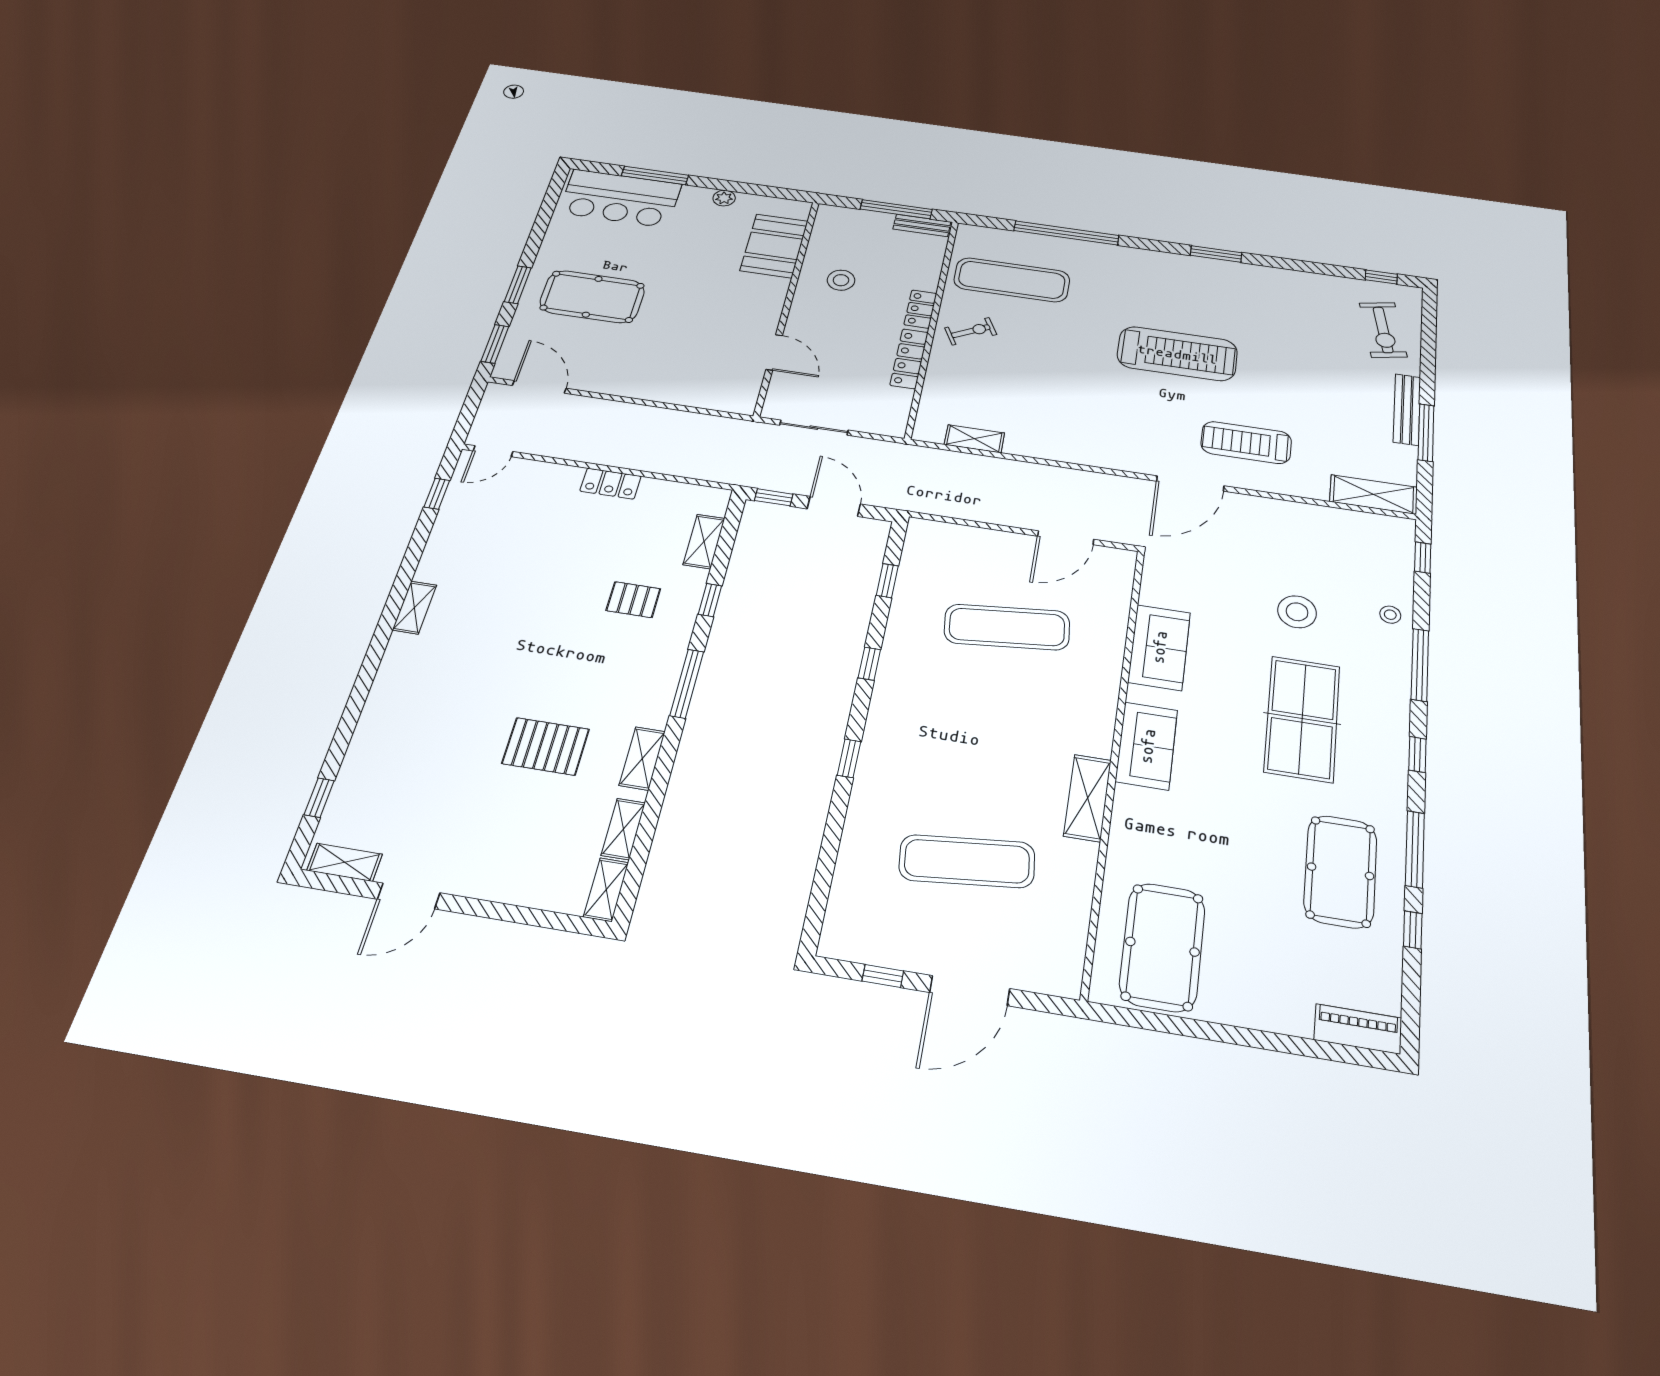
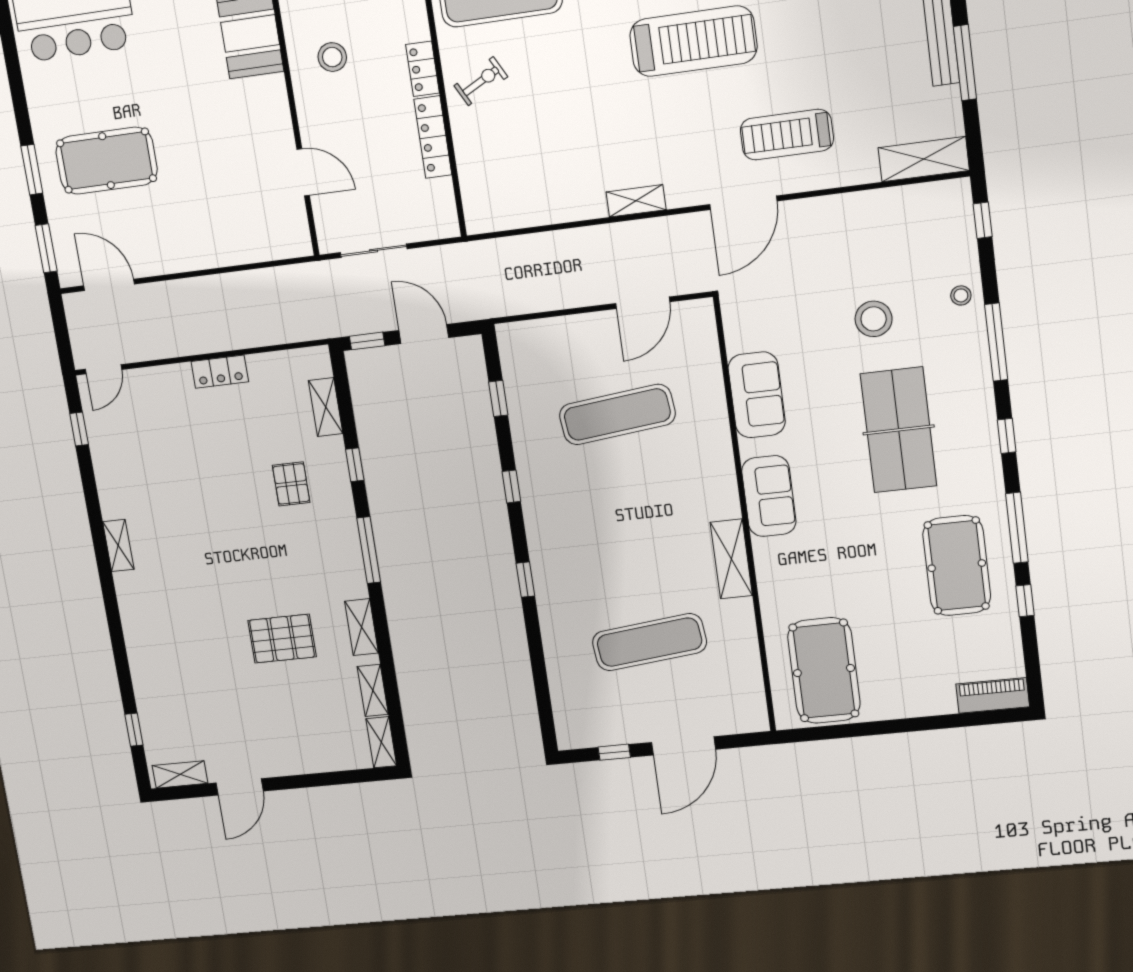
shelving: (974, 439) -> (636, 201), moved
pallet: (633, 600) -> (291, 484), turned 90

